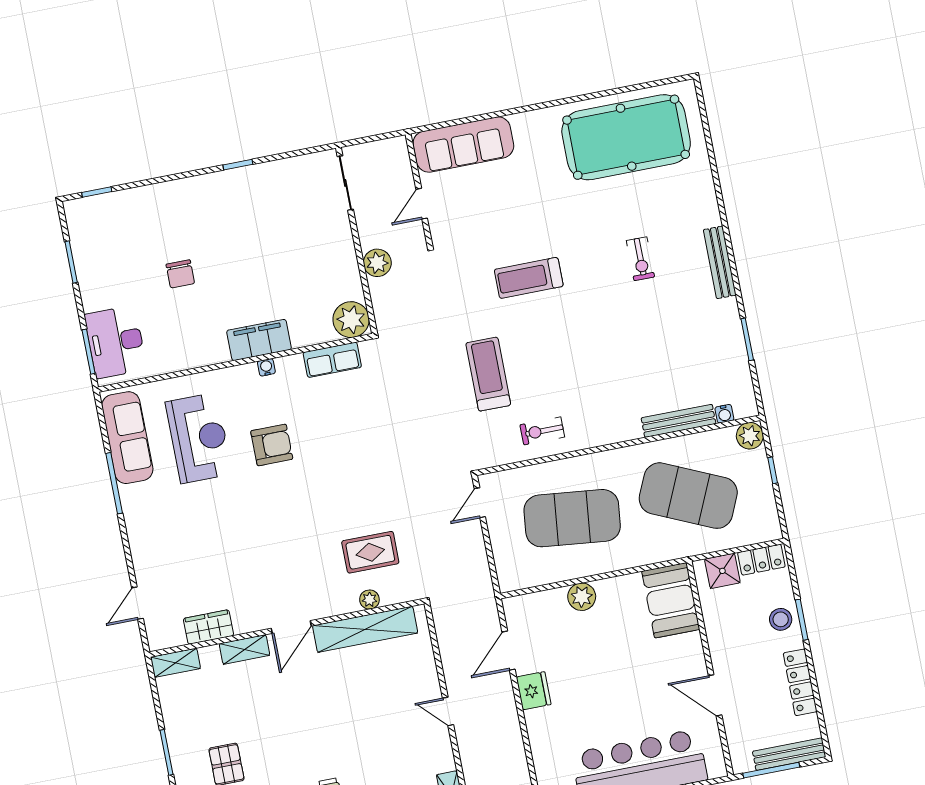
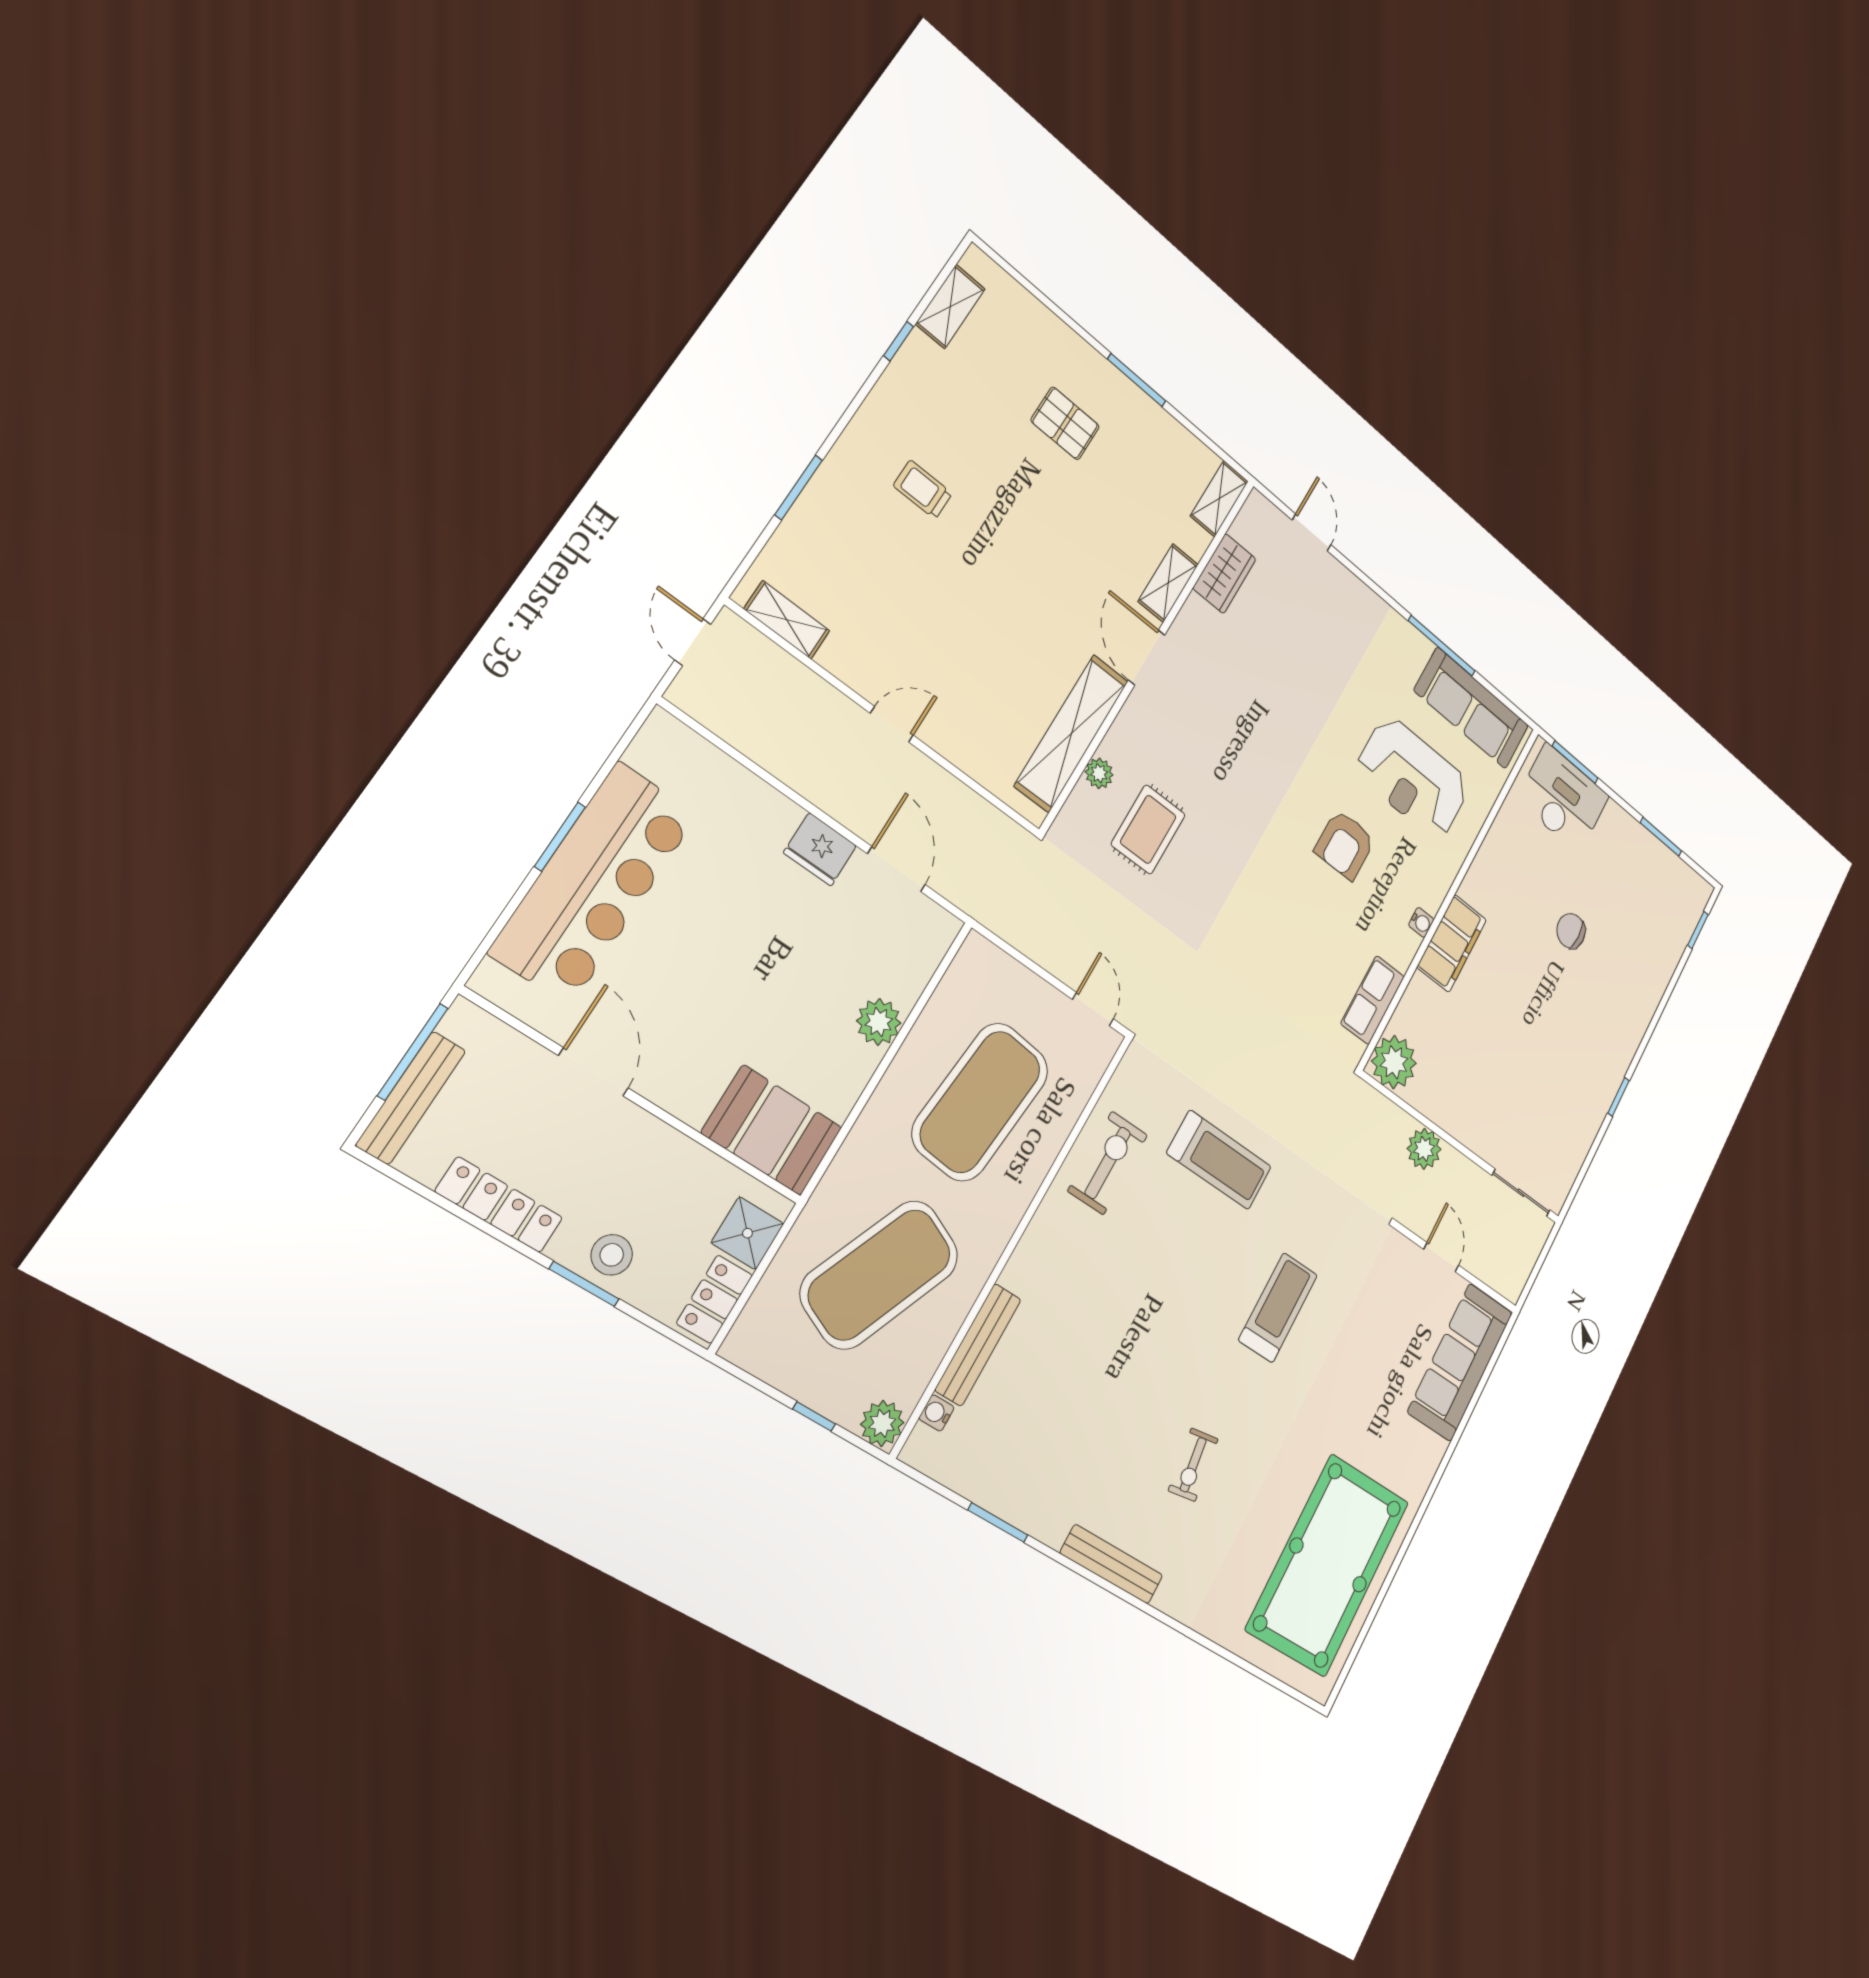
exercise bike: (640, 259) -> (1193, 1465), turned -98
exercise bike: (542, 431) -> (1108, 1163), width x1.38, depth x1.39
door: (715, 695) -> (593, 1072), hinge flipped

